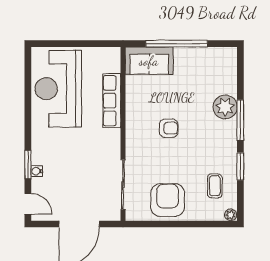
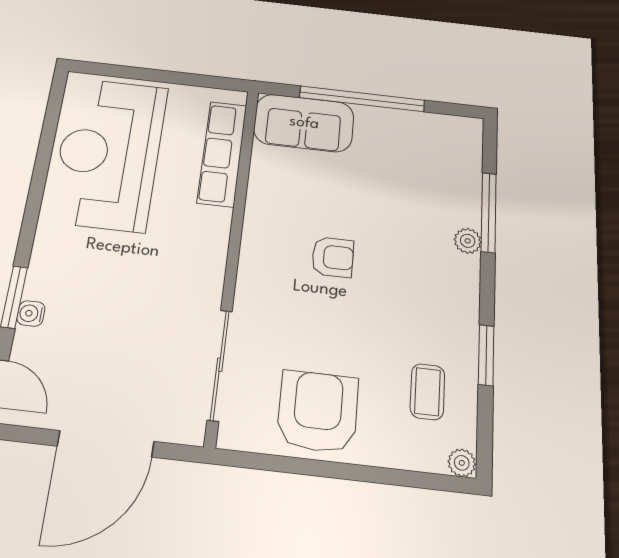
row of seats: (112, 101) -> (222, 154), moved
plant: (225, 107) -> (468, 241), width x0.53, depth x0.53
window: (240, 120) -> (489, 212), moved

